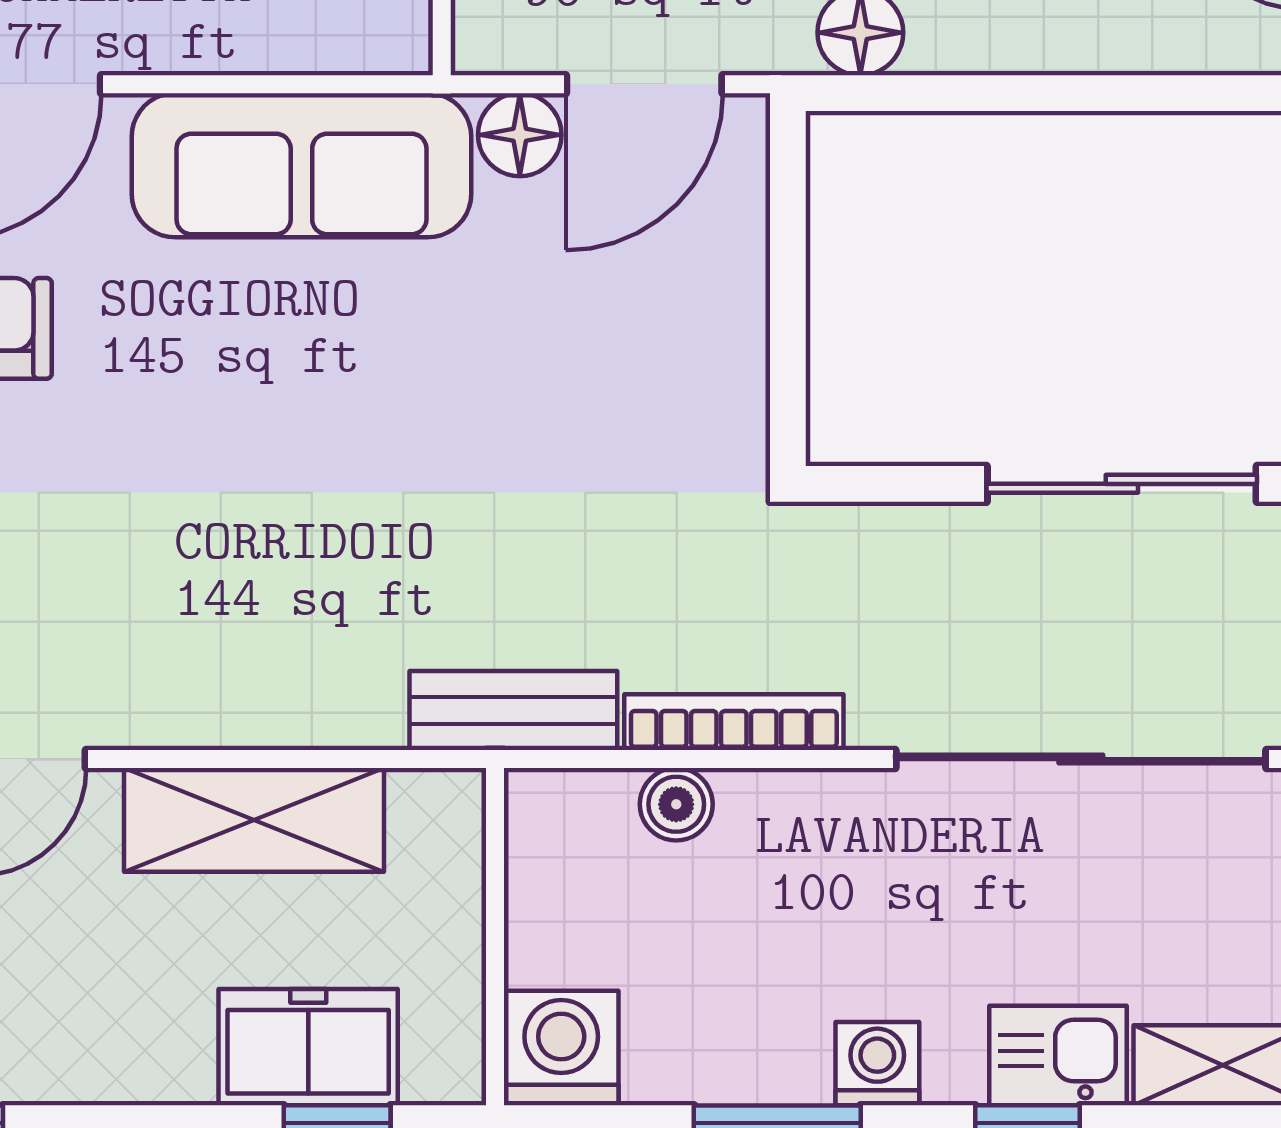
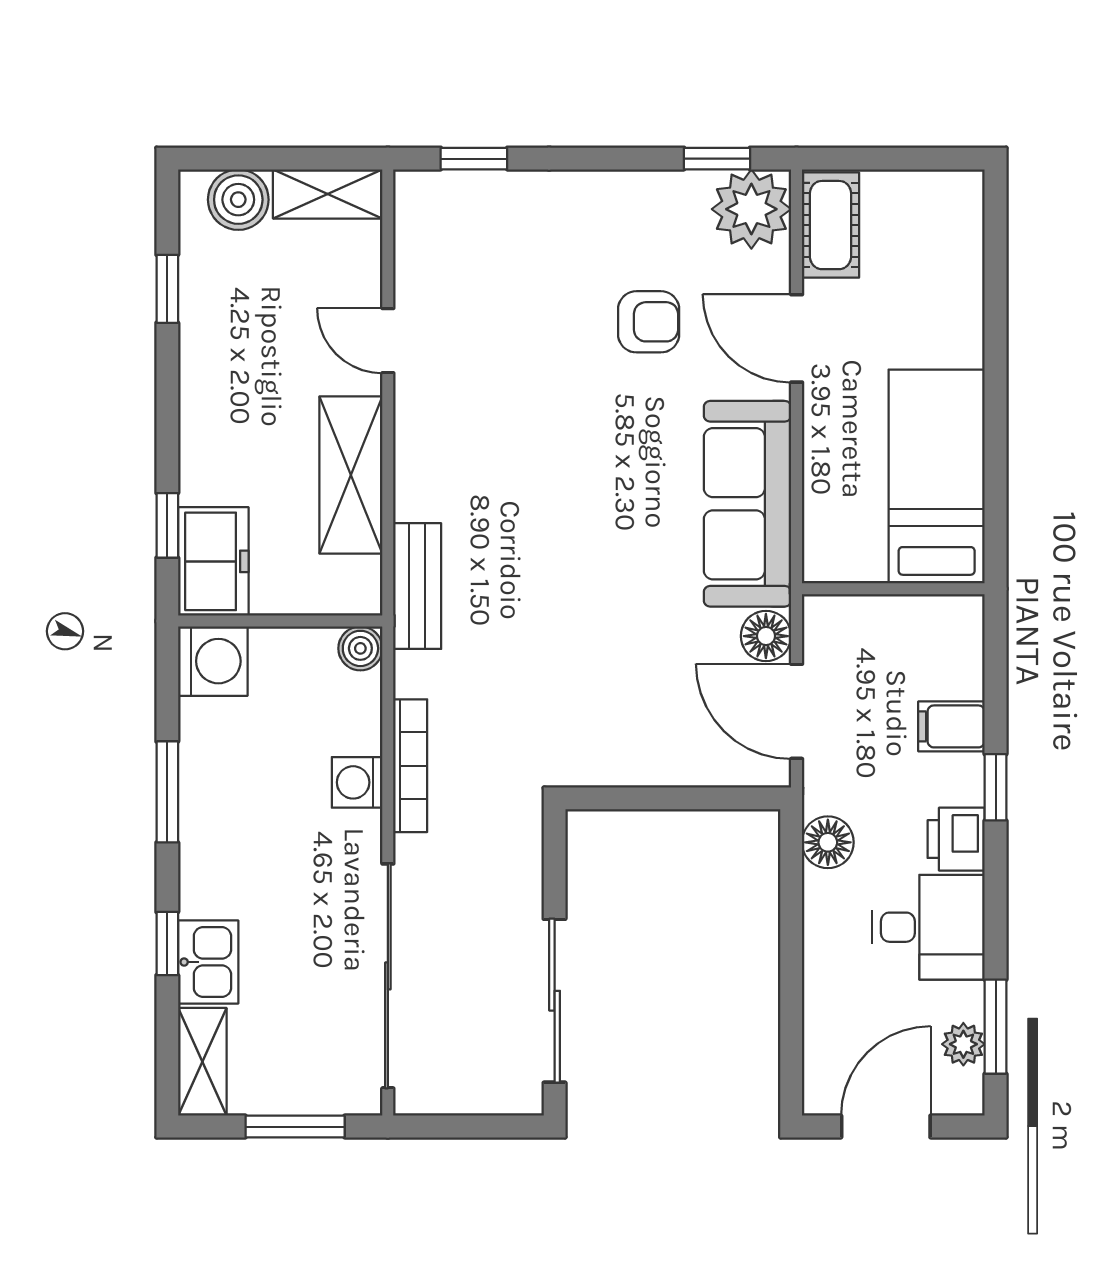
bench: (513, 710) -> (417, 586), moved
boiler: (676, 804) -> (360, 648), moved
freezer: (308, 1047) -> (213, 561), moved
washing machine: (877, 1064) -> (357, 782), moved, turned 180

